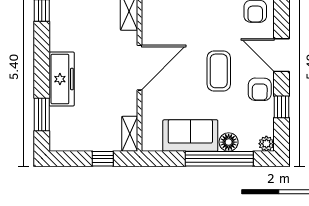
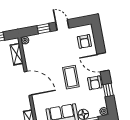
door: (139, 68) -> (28, 83), hinge flipped

